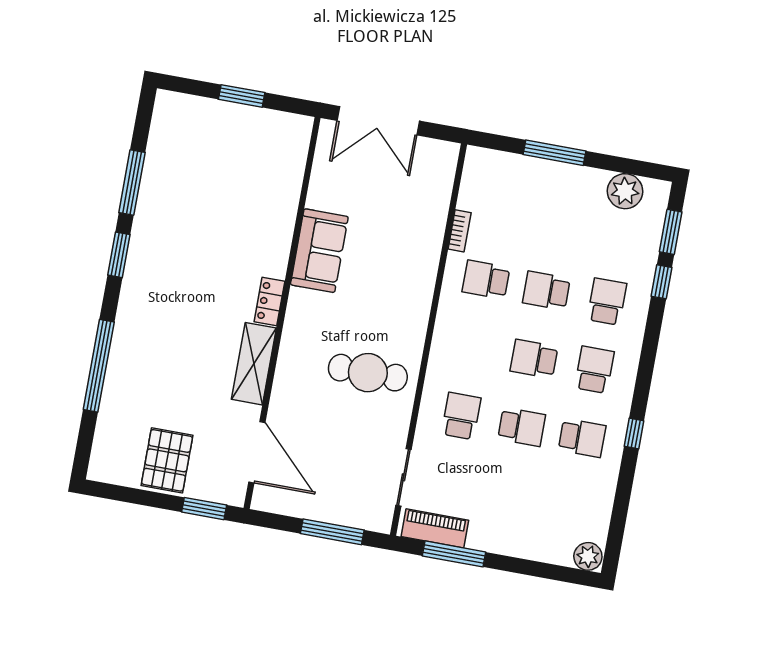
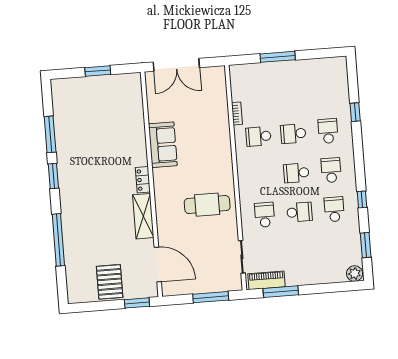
plant: (625, 191) -> (322, 68), removed
window: (671, 232) -> (366, 245), moved
school desk: (582, 438) -> (334, 209), turned -90

